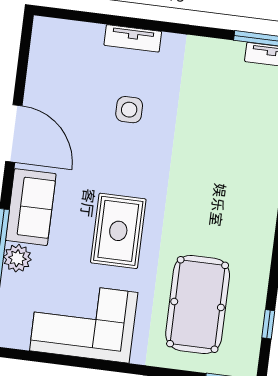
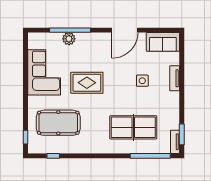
table tennis table: (228, 142) -> (133, 127), added
sofa: (31, 207) -> (163, 42), moved

